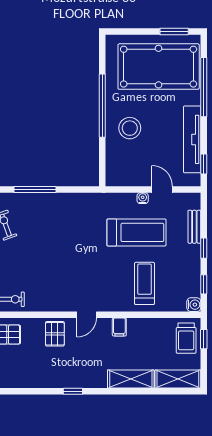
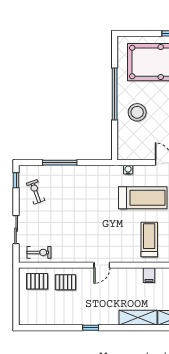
water cooler: (143, 198) -> (128, 170), moved
filing cabinet: (119, 327) -> (149, 275), moved
pallet: (55, 334) -> (66, 282), moved, turned 90

